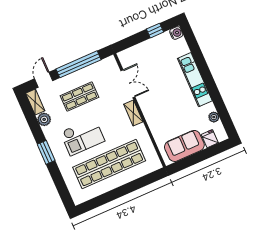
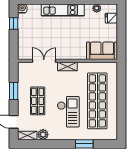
window: (79, 64) -> (14, 91), width x0.47
sofa: (184, 146) -> (102, 51), moved, turned 90
window: (46, 152) -> (84, 144), moved

